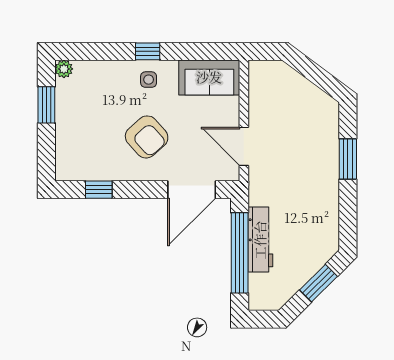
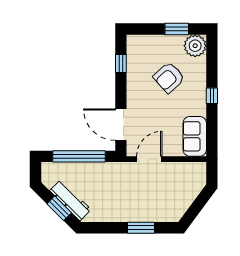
plant: (64, 69) -> (195, 46), width x1.88, depth x1.88
side table: (149, 80) -> (193, 96), removed
armchair: (147, 137) -> (169, 78), moved
workbench: (260, 240) -> (70, 200), moved, turned -135

